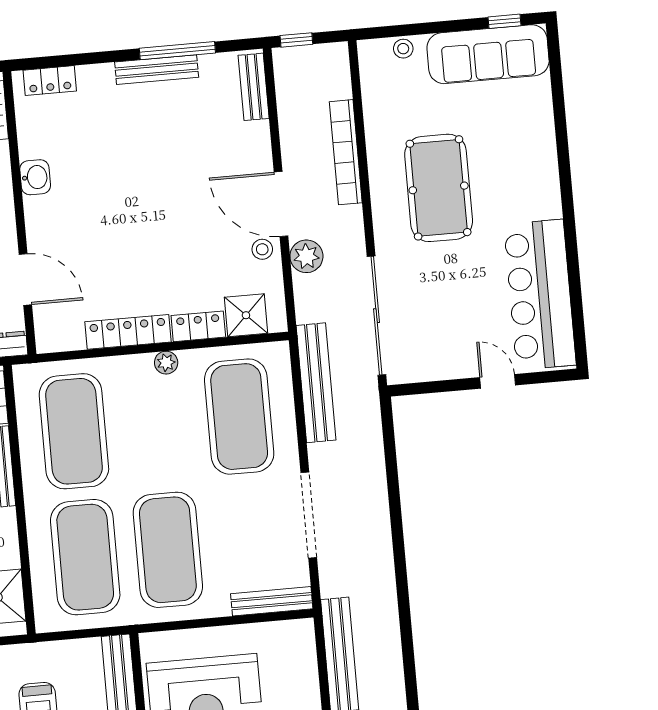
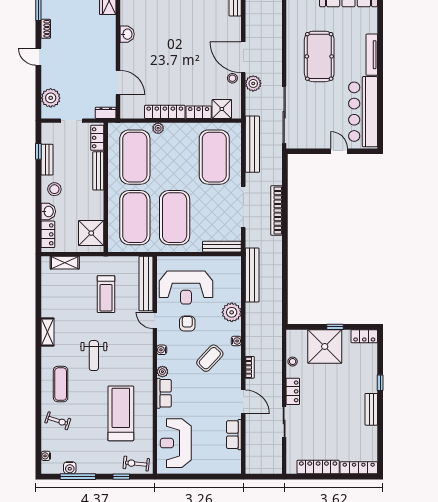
bookcase: (346, 152) -> (276, 210), moved
tv unit: (548, 175) -> (372, 55), added
plant: (166, 363) -> (158, 128), moved

